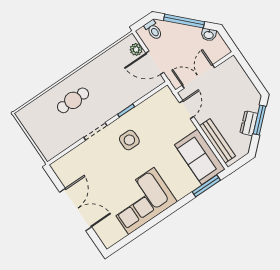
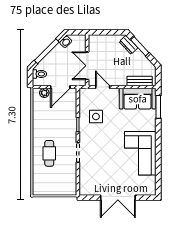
dresser: (249, 123) -> (129, 45), moved
side table: (129, 140) -> (96, 117), moved
bench: (217, 141) -> (140, 81), width x0.73
double door: (76, 210) -> (118, 198), swing flipped

